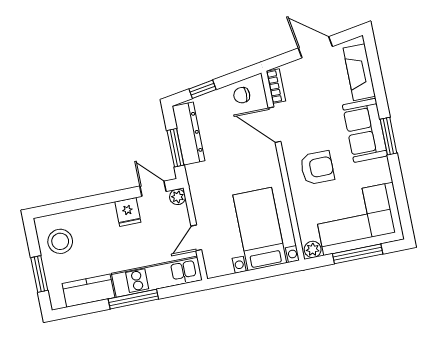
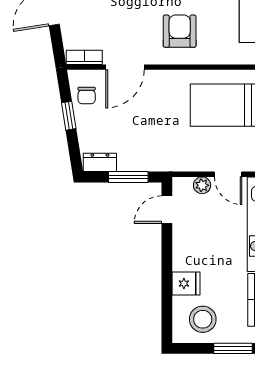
window: (203, 89) -> (69, 116), moved
dresser: (189, 133) -> (100, 162), width x0.51, depth x0.80
plant: (178, 197) -> (202, 185), moved
fridge: (128, 212) -> (186, 284), moved

